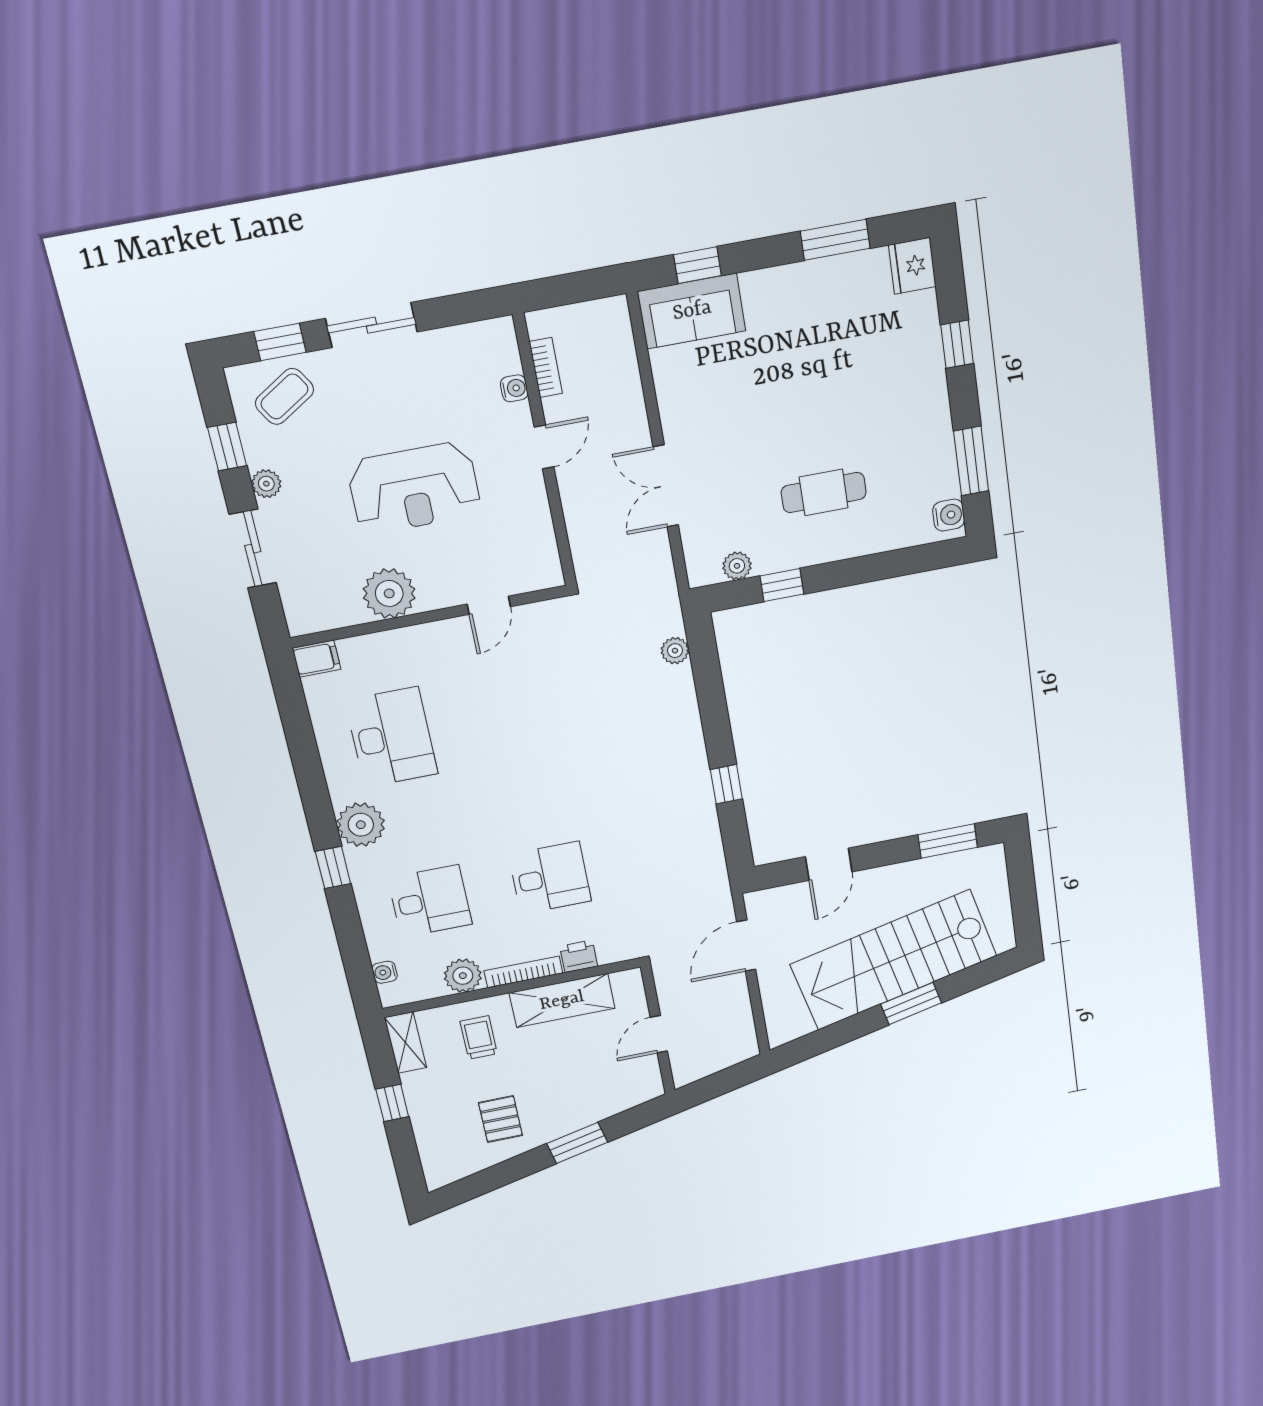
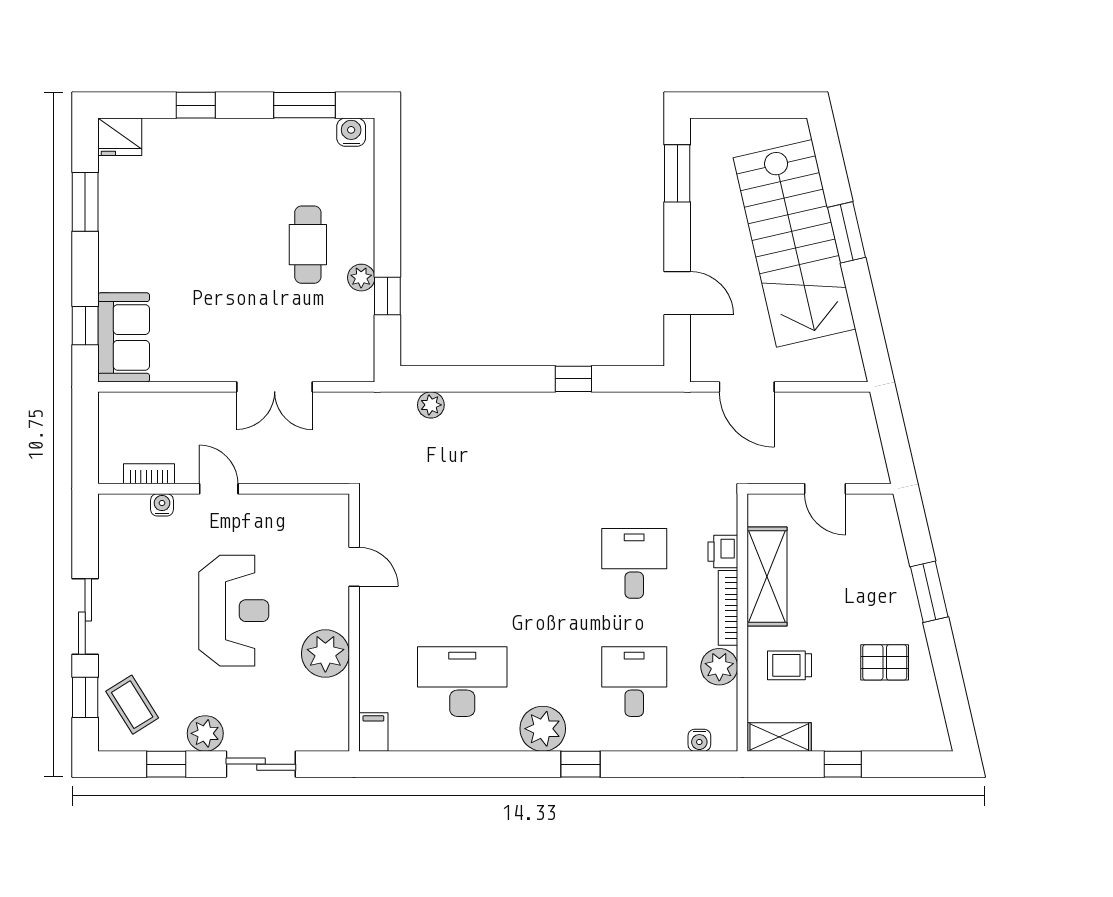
plant: (266, 484) -> (205, 733), width x1.38, depth x1.38
plant: (737, 566) -> (361, 278), moved

